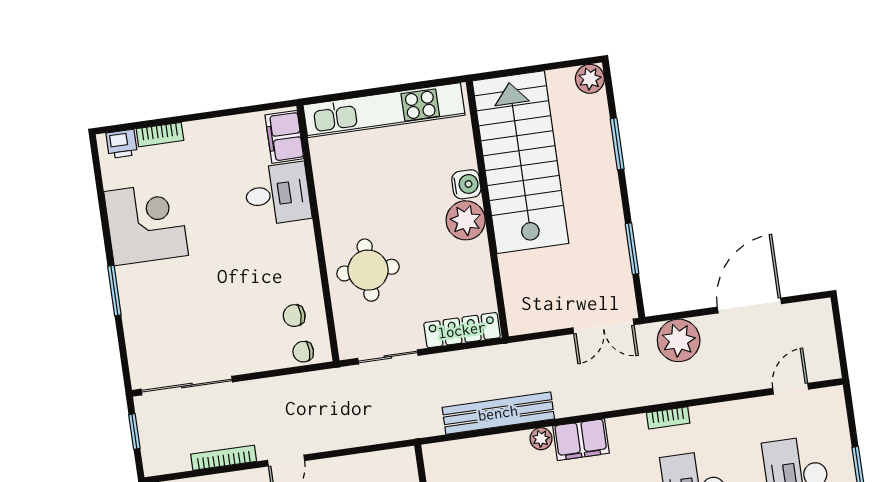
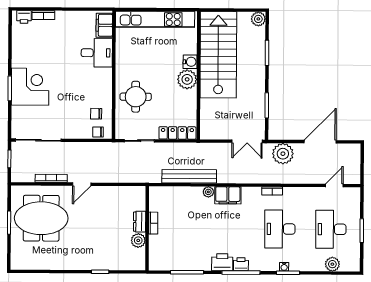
corner desk: (146, 223) -> (30, 87), moved

